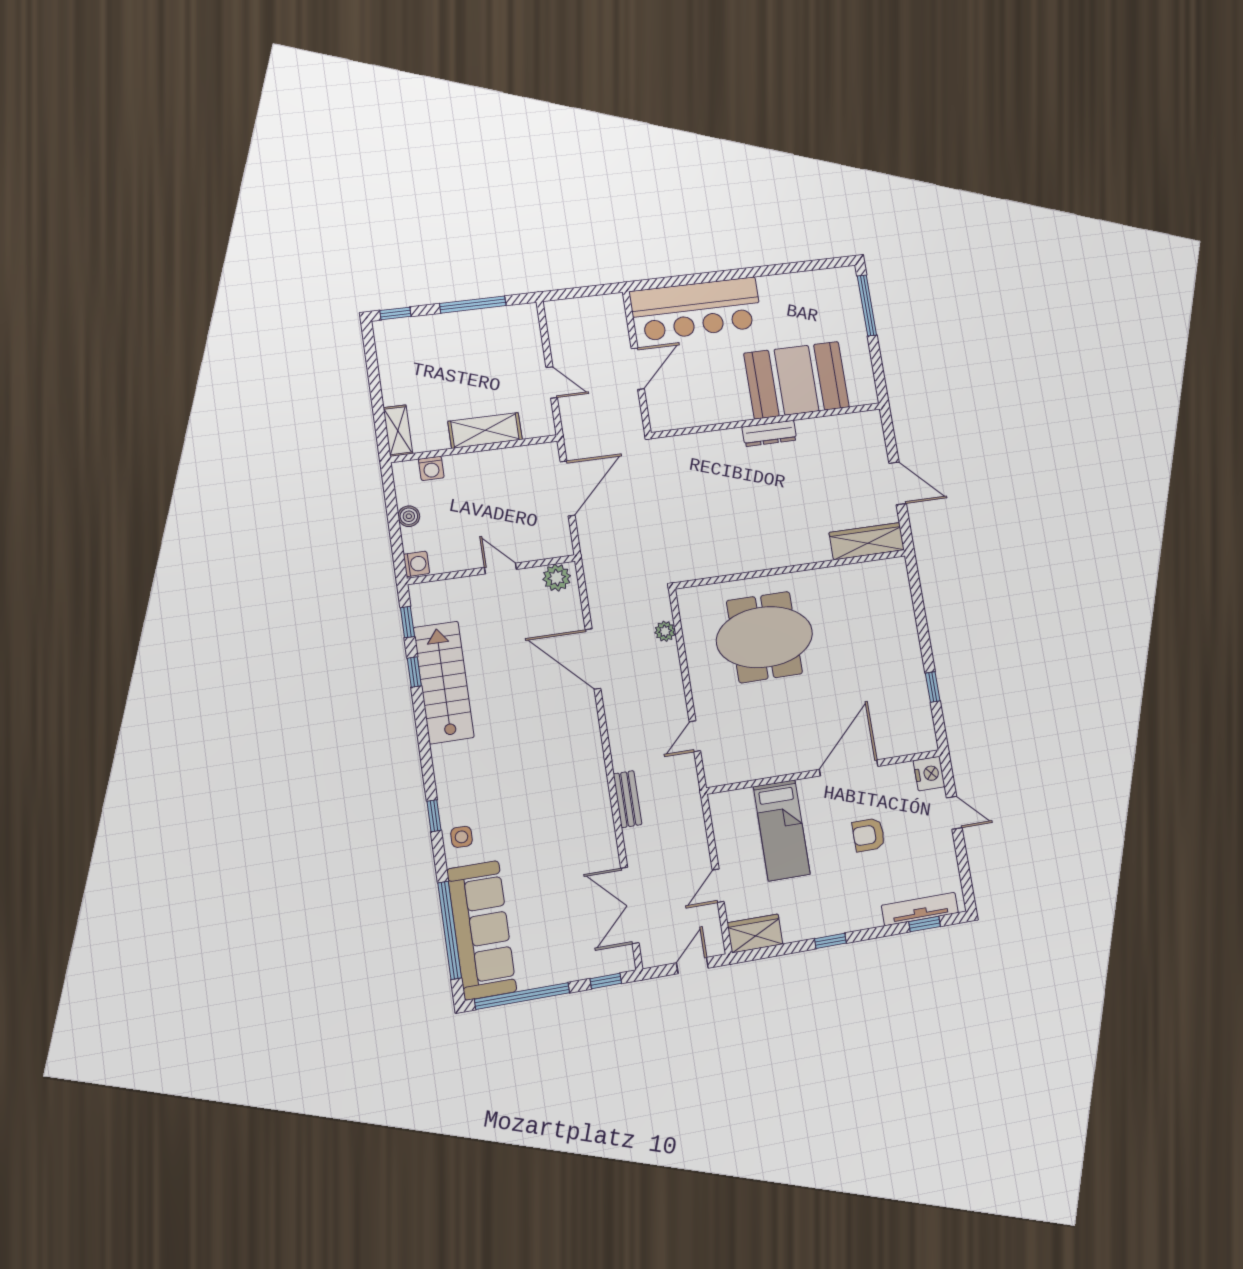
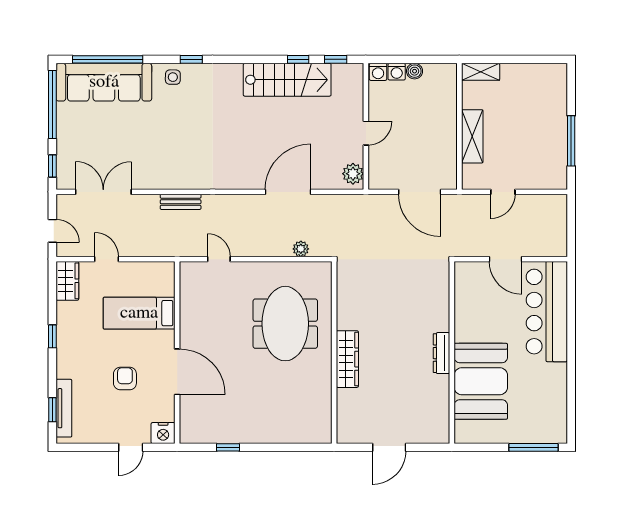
window: (395, 313) -> (571, 82), removed
washing machine: (431, 468) -> (397, 72), moved, turned -90
wardrobe: (867, 541) -> (347, 359), moved

